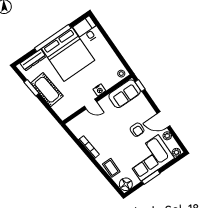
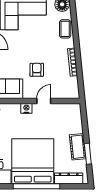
cot: (47, 90) -> (78, 147), width x0.73, depth x0.75
door: (90, 104) -> (44, 101), hinge flipped
armchair: (137, 130) -> (37, 70), moved

